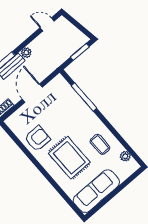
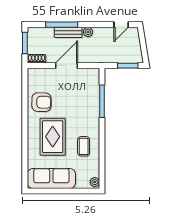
door: (47, 24) -> (121, 25), swing flipped
plant: (125, 156) -> (95, 182), moved

